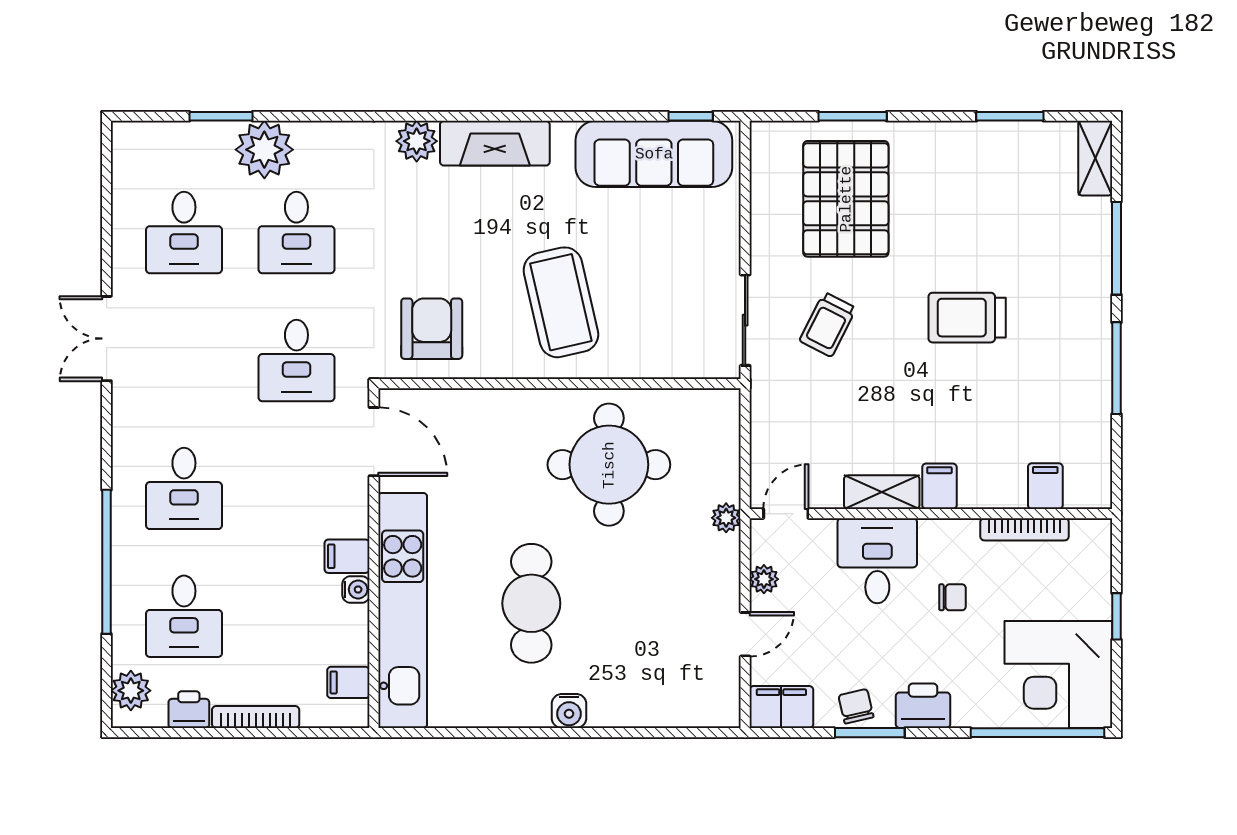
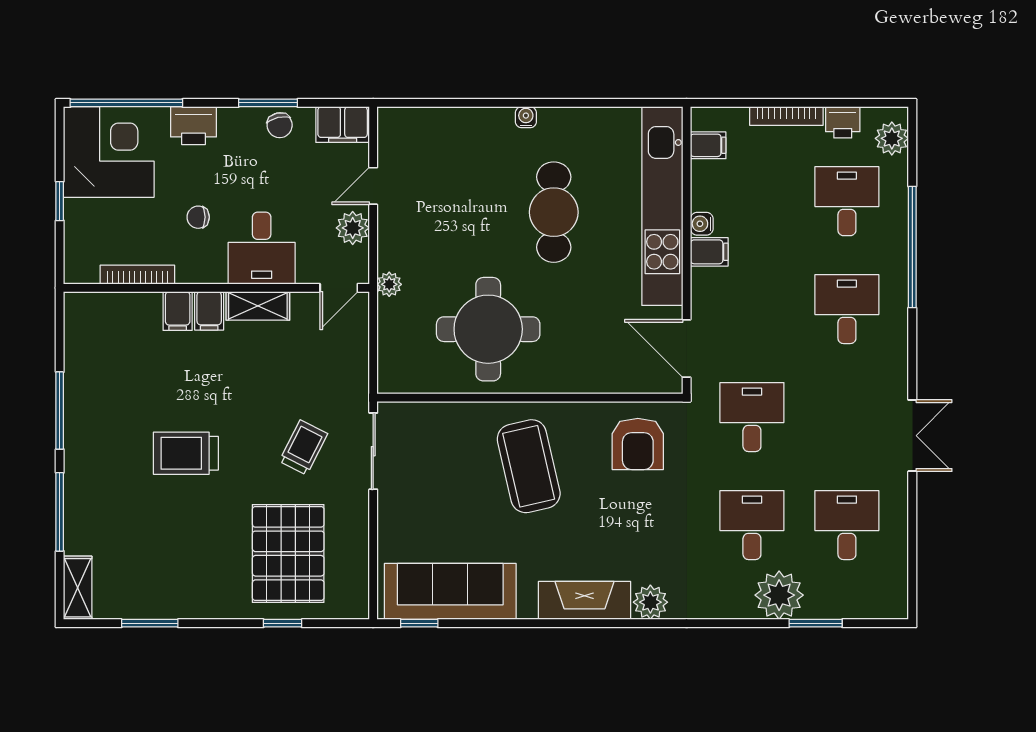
window: (853, 116) -> (283, 623), width x0.67
trolley: (967, 318) -> (186, 453), turned 180
filing cabinet: (1045, 486) -> (178, 311), moved
plant: (764, 579) -> (353, 228), width x1.38, depth x1.38
printer: (923, 706) -> (193, 126), moved
water cooler: (569, 711) -> (526, 117), width x0.72, depth x0.72

